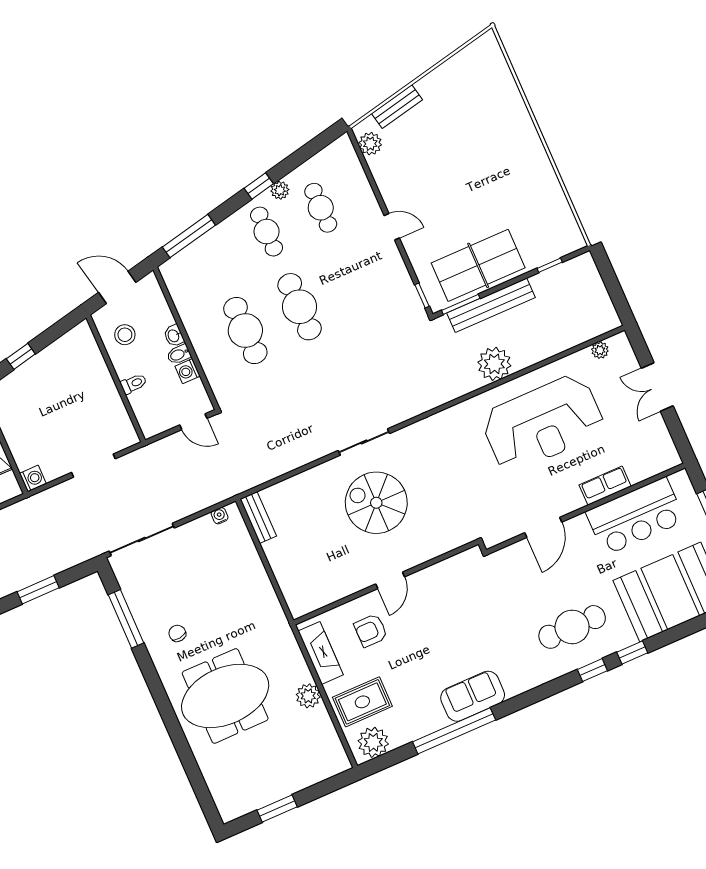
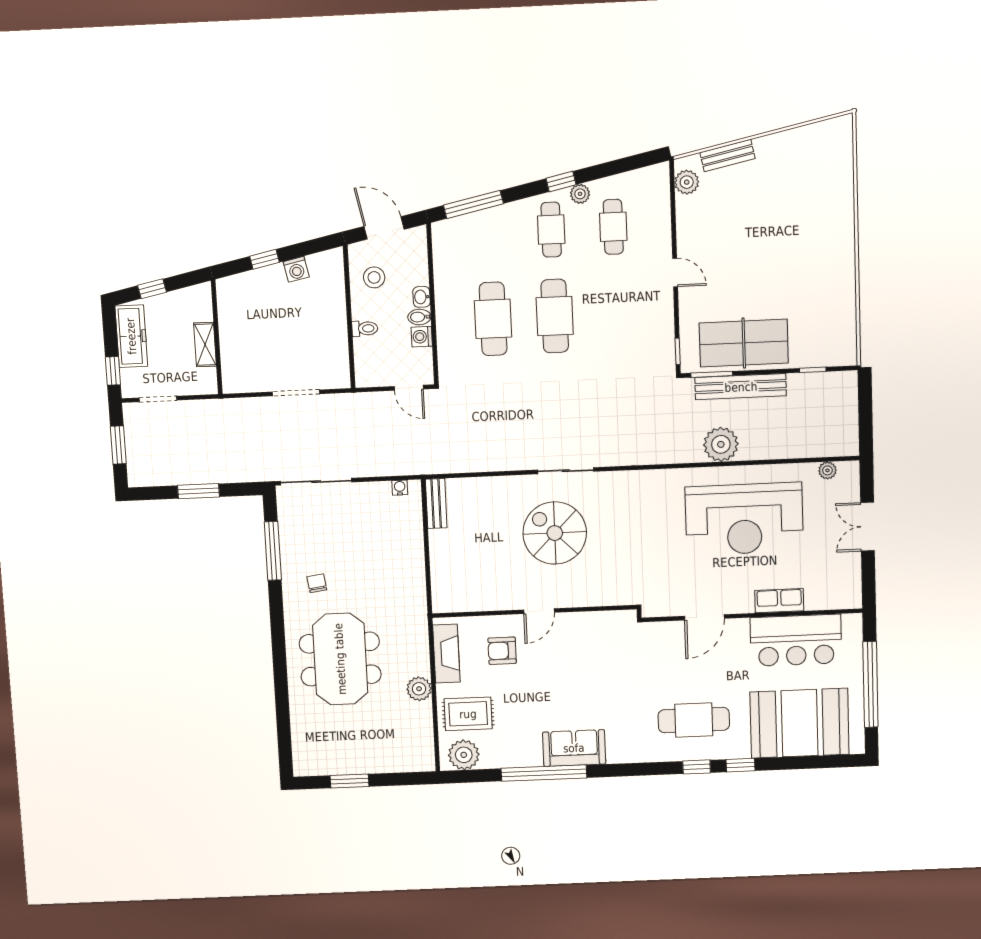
washing machine: (33, 479) -> (296, 269), moved, turned 78
meeting table: (225, 696) -> (340, 659), turned 90

